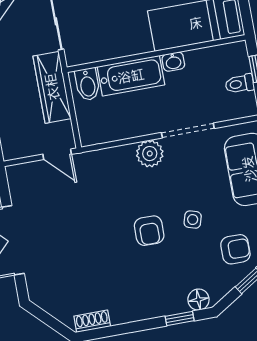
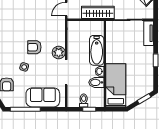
bidet: (87, 84) -> (96, 82), moved
armchair: (149, 231) -> (34, 47), moved

